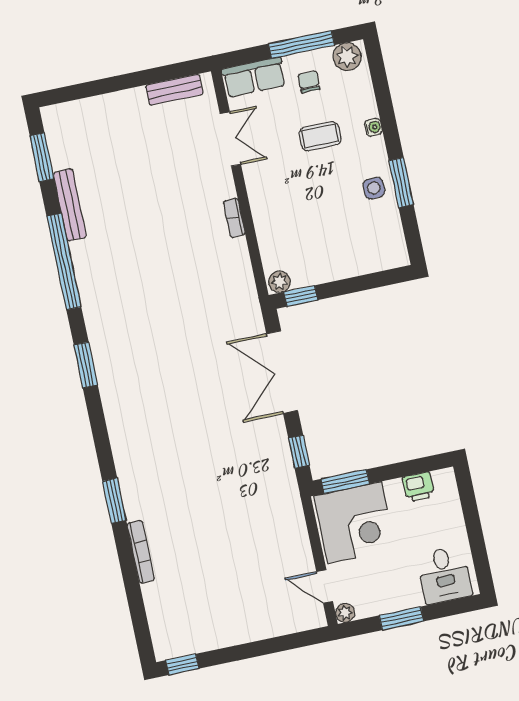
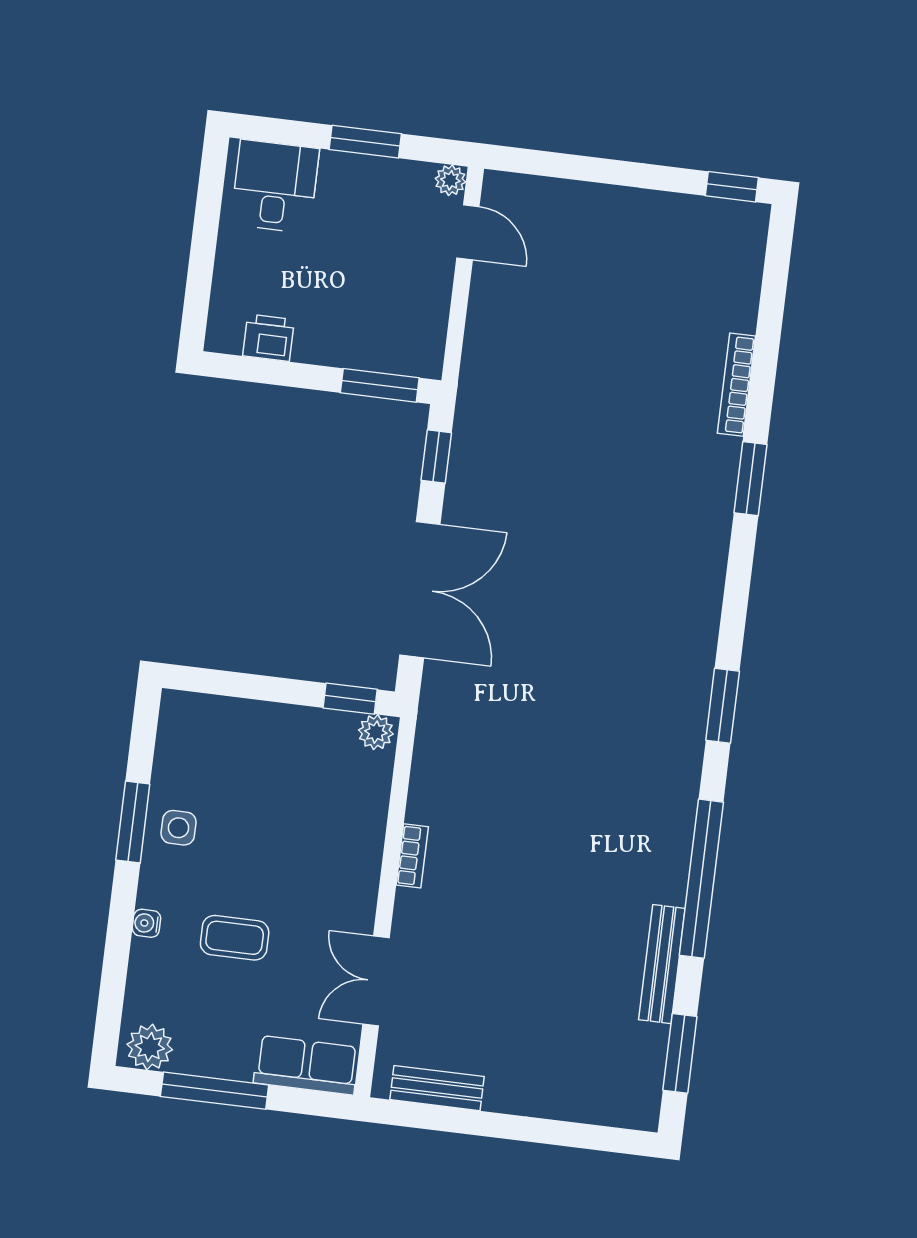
chair: (309, 82) -> (223, 1028), removed
corner desk: (355, 523) -> (387, 316), removed

